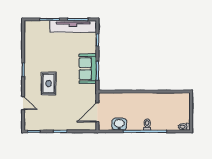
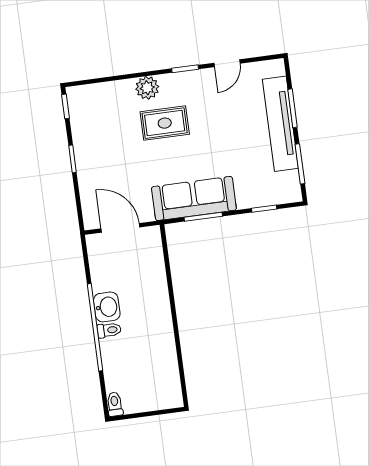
tv unit: (73, 26) -> (280, 124), moved
sofa: (88, 69) -> (194, 198), width x1.36
plant: (30, 90) -> (147, 88), added
door: (23, 103) -> (227, 63), moved
washbasin: (119, 124) -> (107, 307), moved

